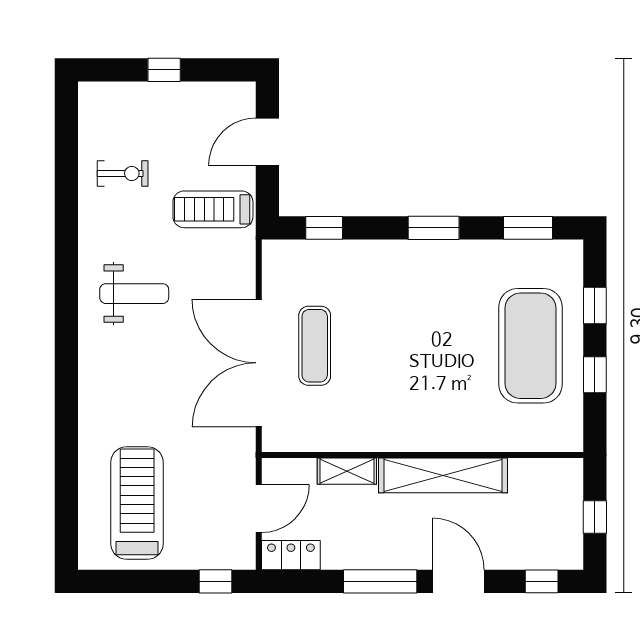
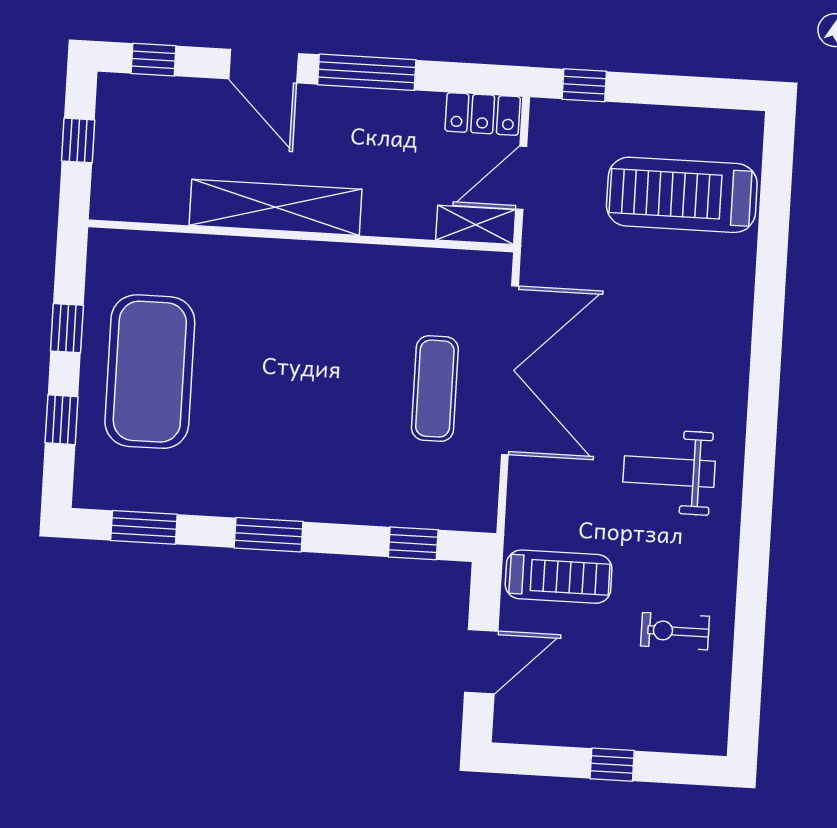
shelving: (347, 471) -> (476, 225), moved
treadmill: (137, 503) -> (682, 195), turned 90

